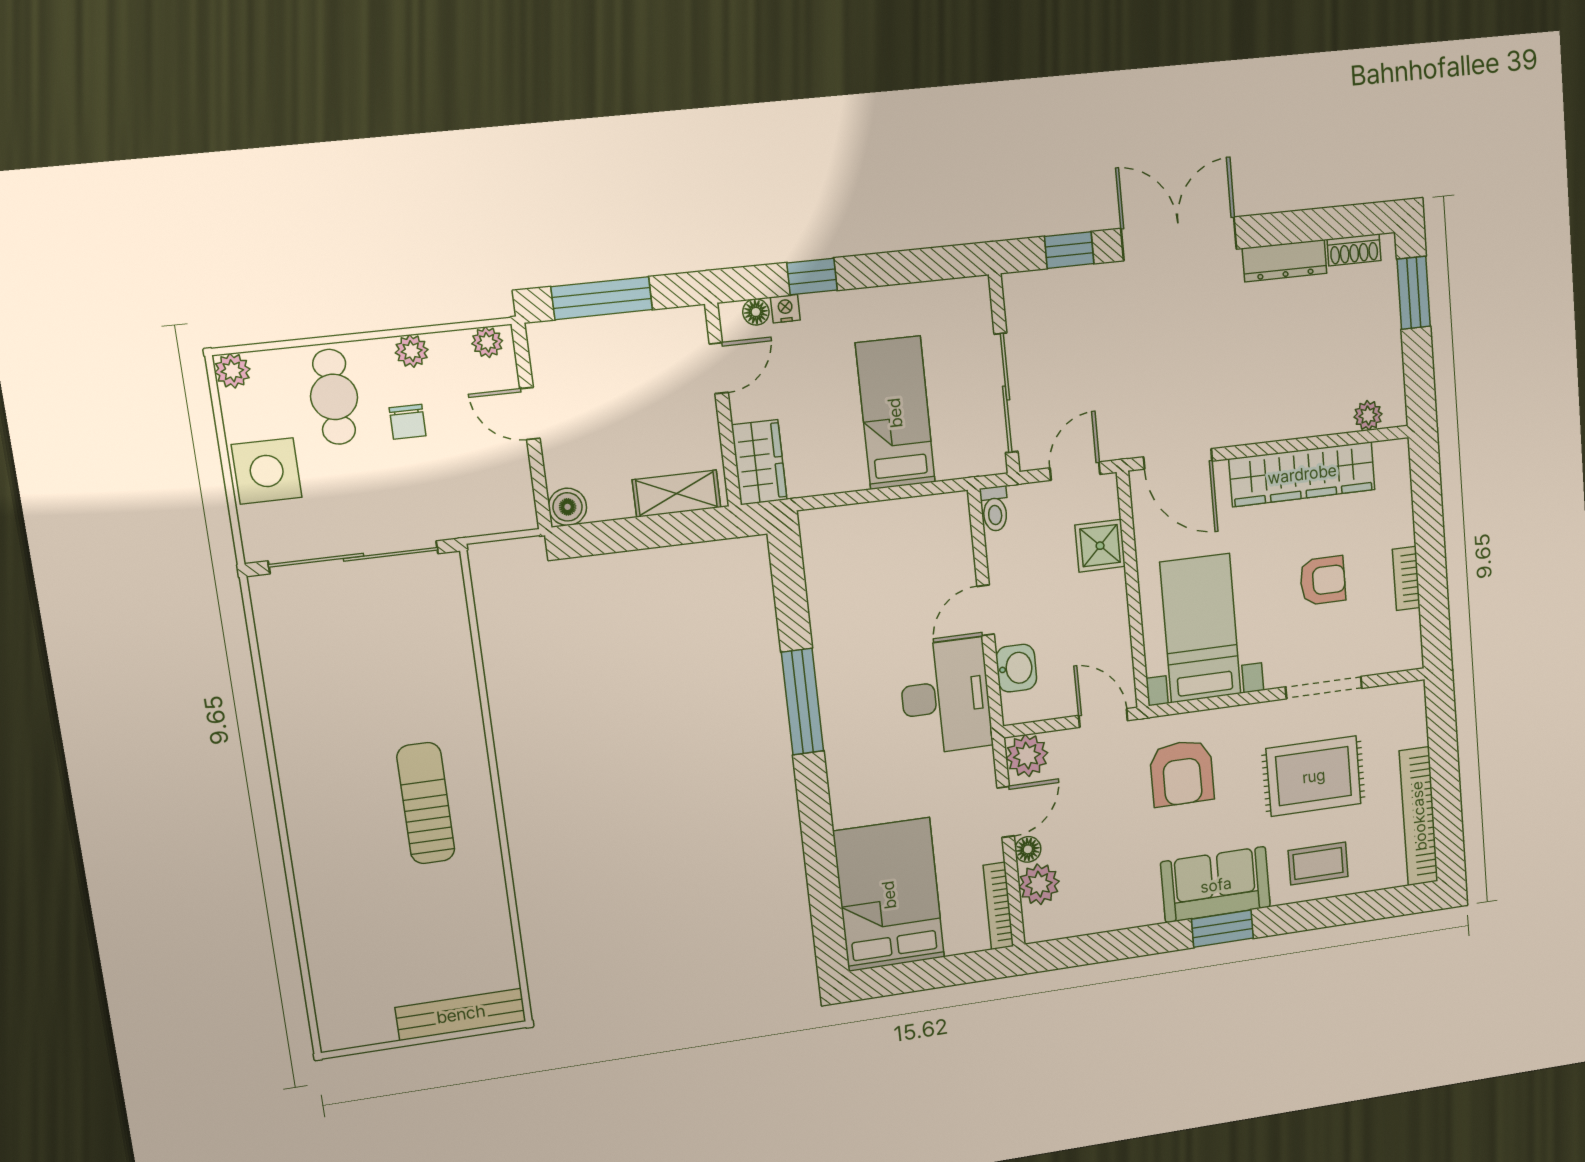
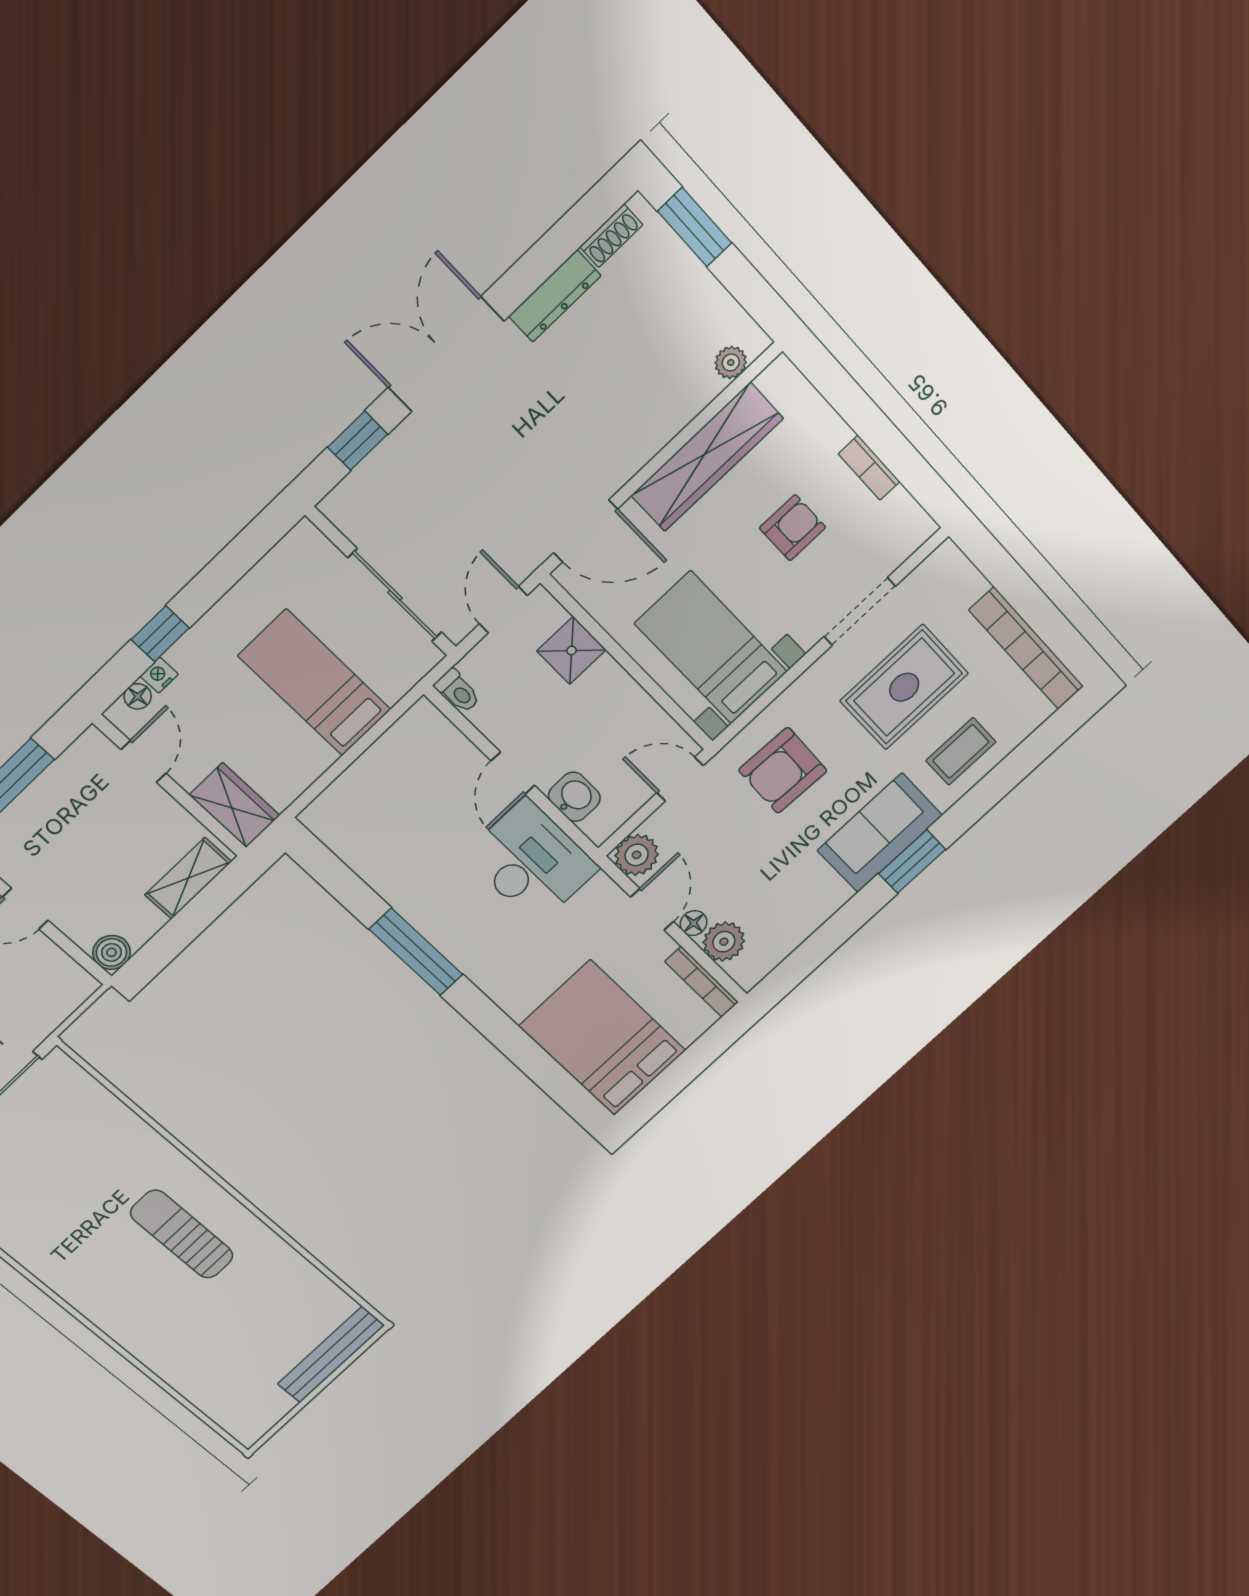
armchair: (1182, 773) -> (783, 770), turned 92

